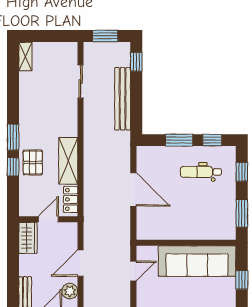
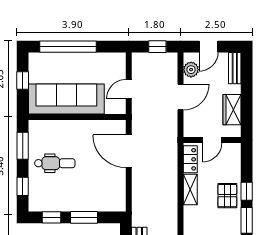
shelving: (68, 161) -> (190, 189), width x0.67, depth x0.75
dental chair: (201, 172) -> (55, 163), moved
door: (133, 189) -> (129, 151), moved
wardrobe: (28, 238) -> (232, 110), moved

